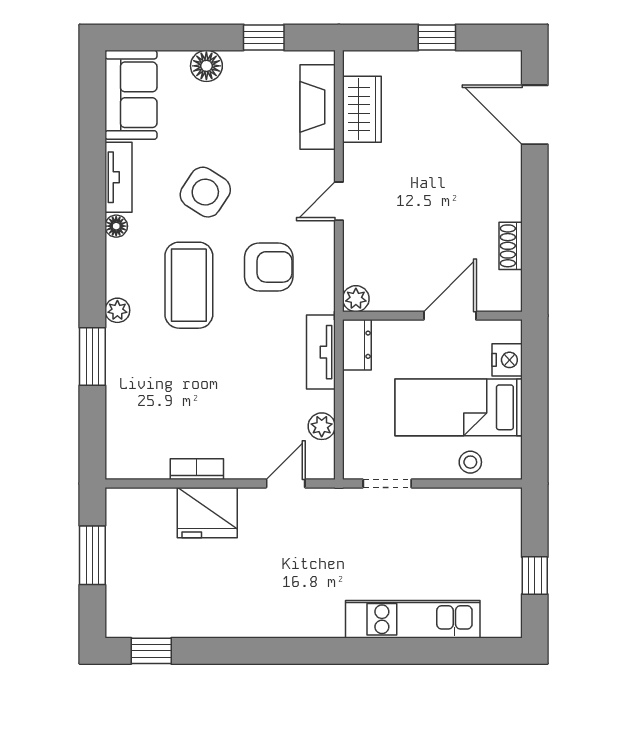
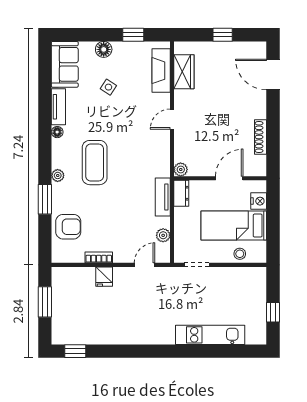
side table: (205, 192) -> (108, 87), moved, width x0.54, depth x0.54
shoe rack: (511, 246) -> (261, 137), width x1.43
armchair: (269, 267) -> (68, 227), moved
fridge: (207, 513) -> (104, 277), width x0.53, depth x0.75

